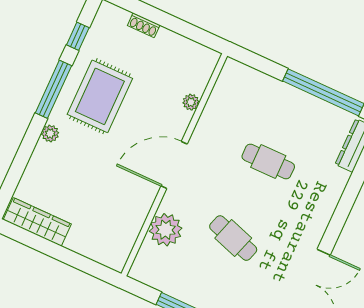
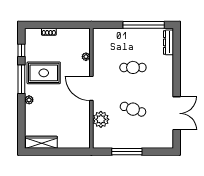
rug: (100, 96) -> (44, 73), turned 90
door: (174, 165) -> (91, 88), hinge flipped

